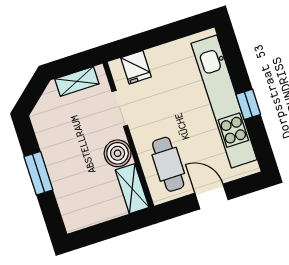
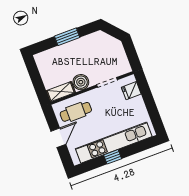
shelving: (77, 81) -> (121, 57), removed

